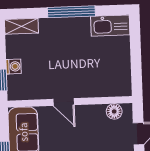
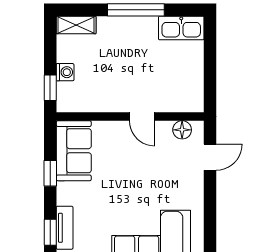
door: (64, 102) -> (142, 116), moved

